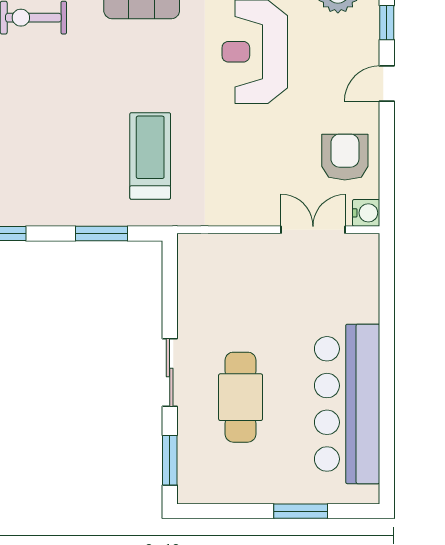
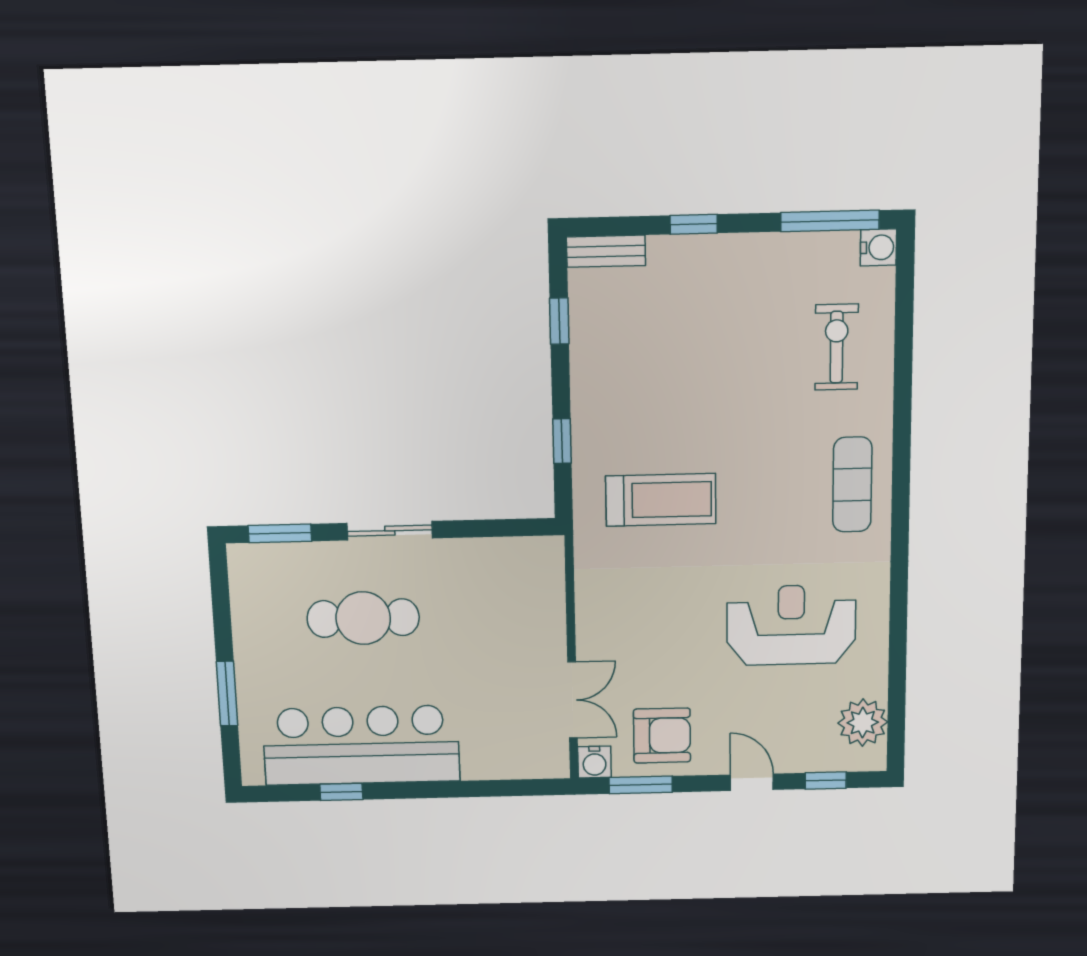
window: (387, 175) -> (641, 785), added
window: (102, 233) -> (562, 441), width x0.67
window: (387, 422) -> (341, 792), added

